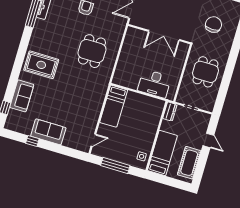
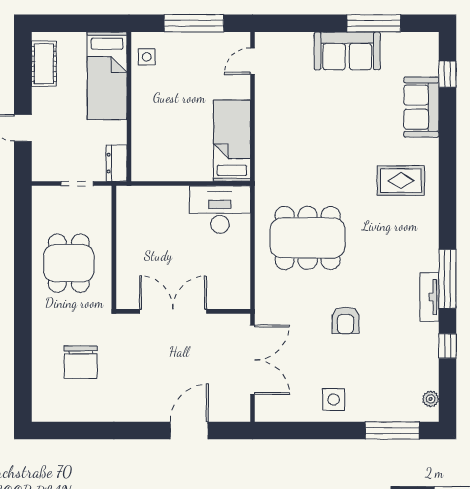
dining table: (92, 51) -> (308, 238), width x1.38
rug: (41, 65) -> (401, 181), width x0.73, depth x0.70
desk: (154, 84) -> (220, 210), moved
window: (32, 141) -> (374, 23), width x2.17
cot: (189, 163) -> (44, 64), width x0.73, depth x0.75

